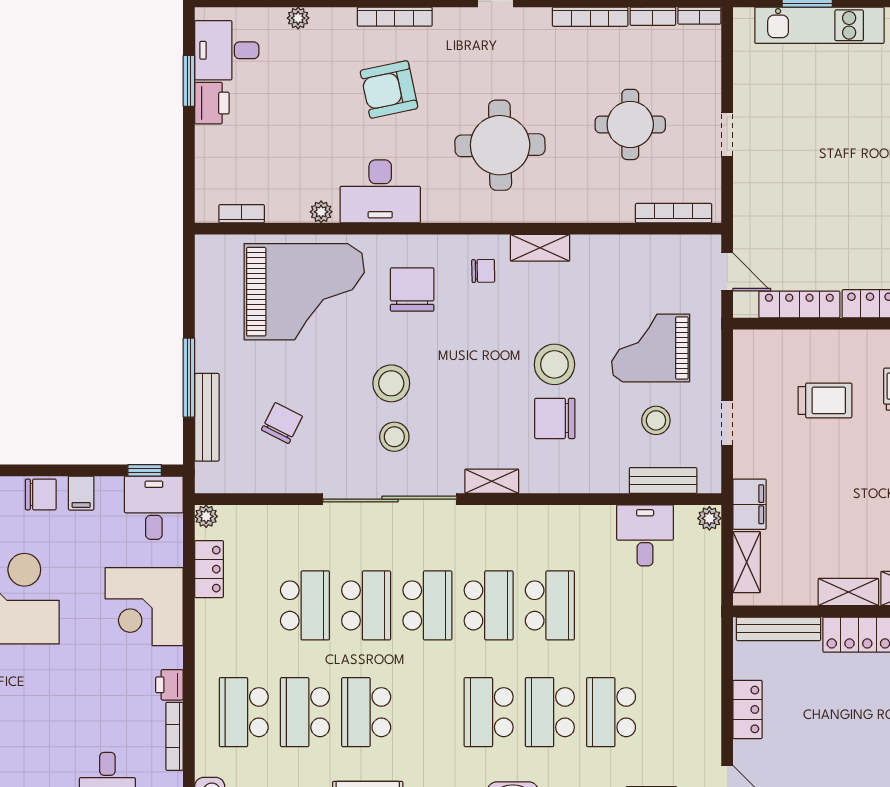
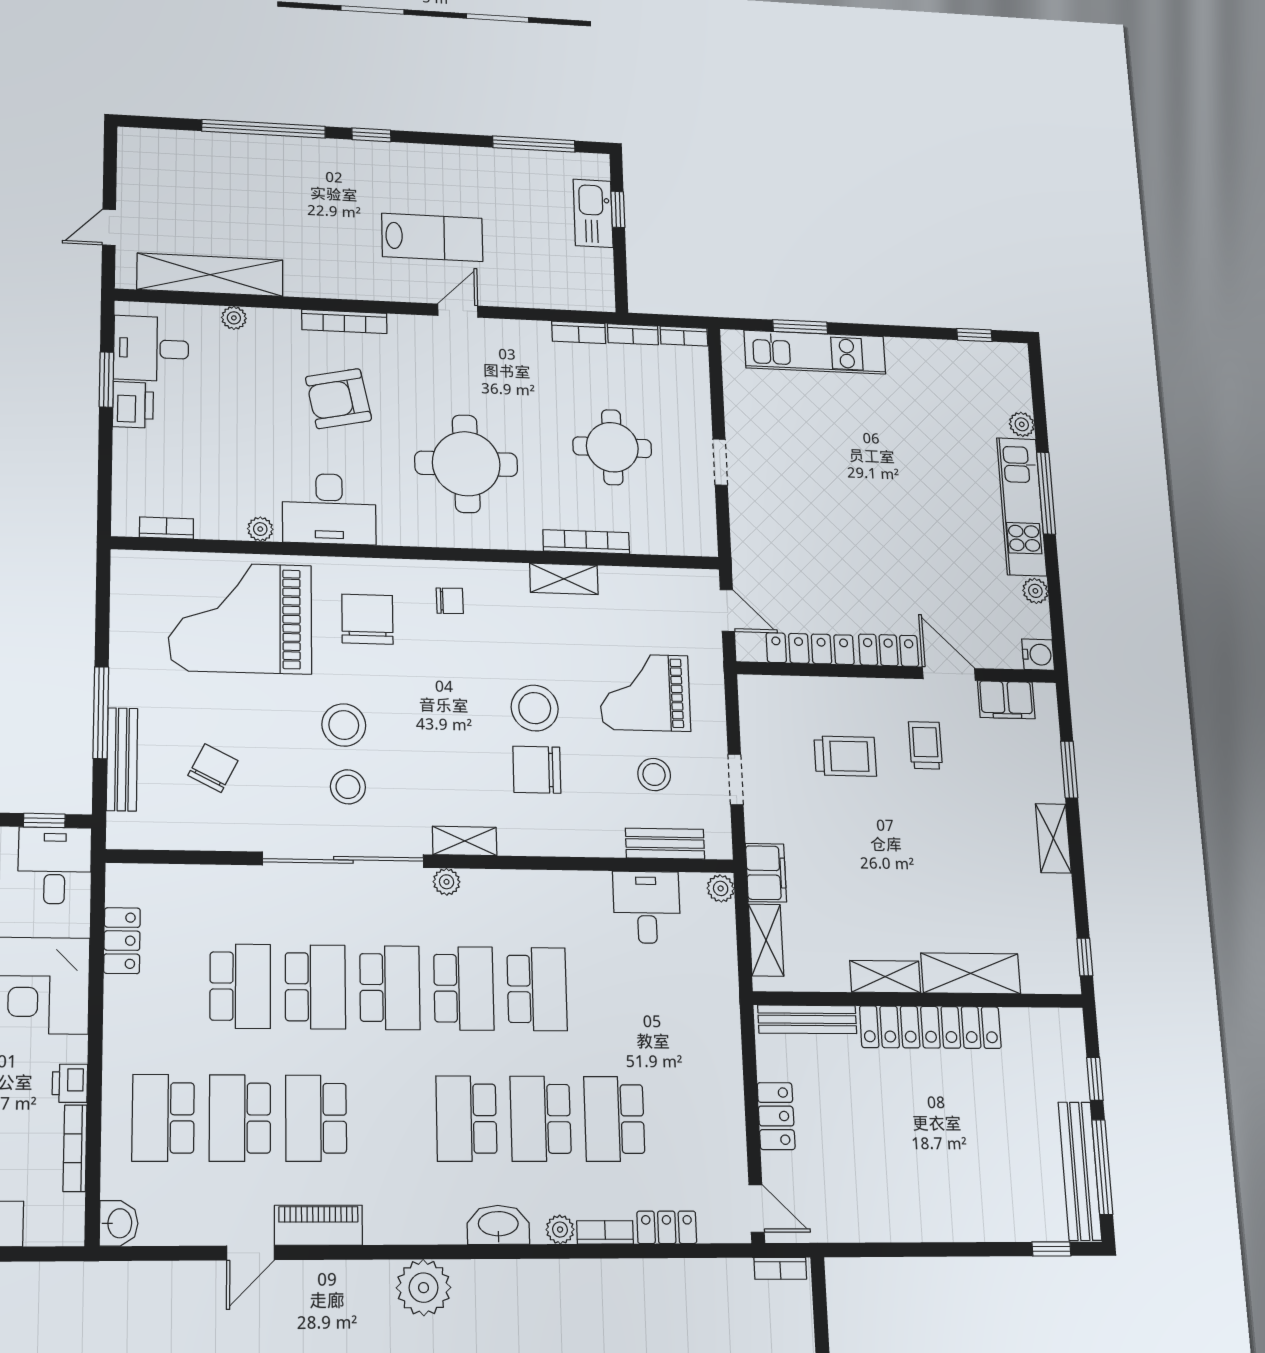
bookcase: (590, 17) -> (579, 332), width x0.64
bookcase: (674, 213) -> (586, 542), moved
shelving: (540, 248) -> (564, 579), moved
grand piano: (304, 292) -> (240, 618), turned 180
plant: (206, 516) -> (447, 882), moved

